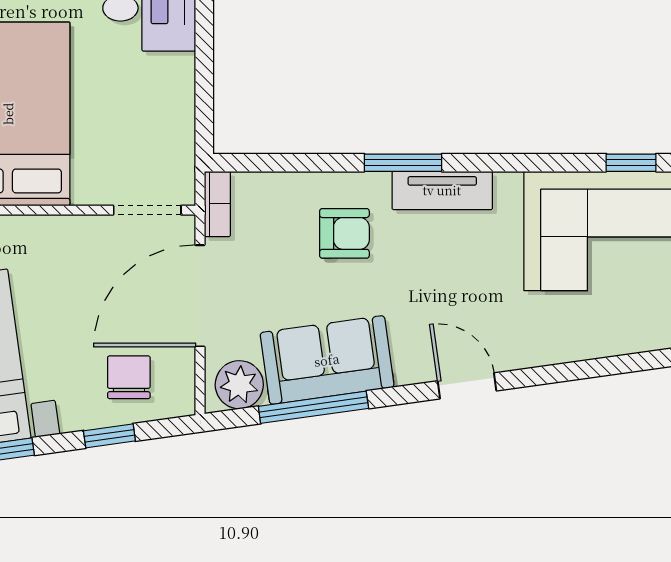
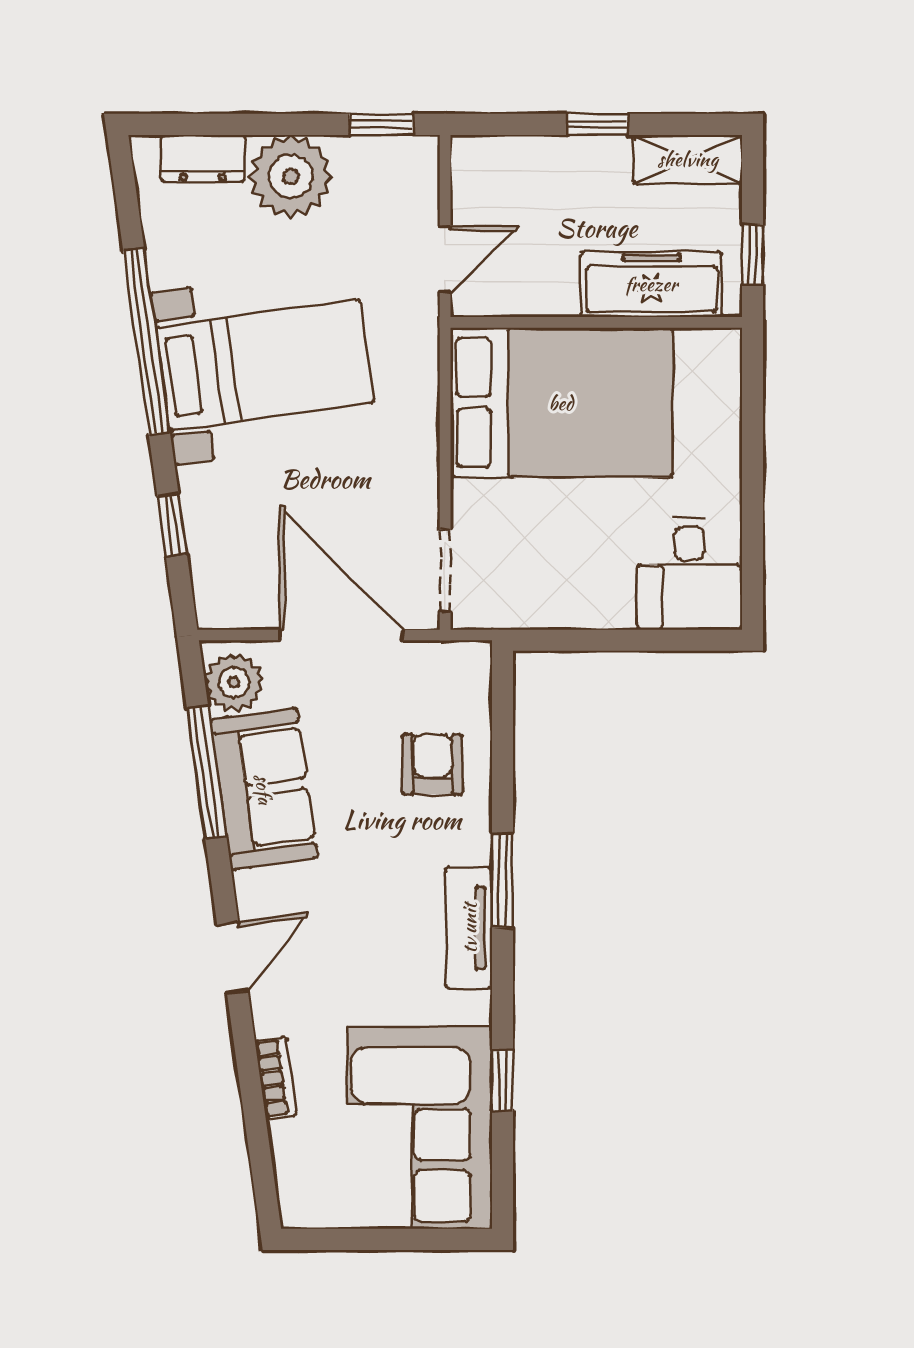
window: (631, 163) -> (502, 1080), moved
bookcase: (217, 204) -> (276, 1078), moved, turned -98
armchair: (344, 233) -> (433, 764), moved, turned 180
chair: (129, 377) -> (243, 549), removed

